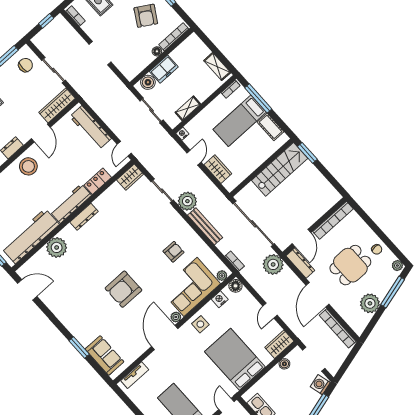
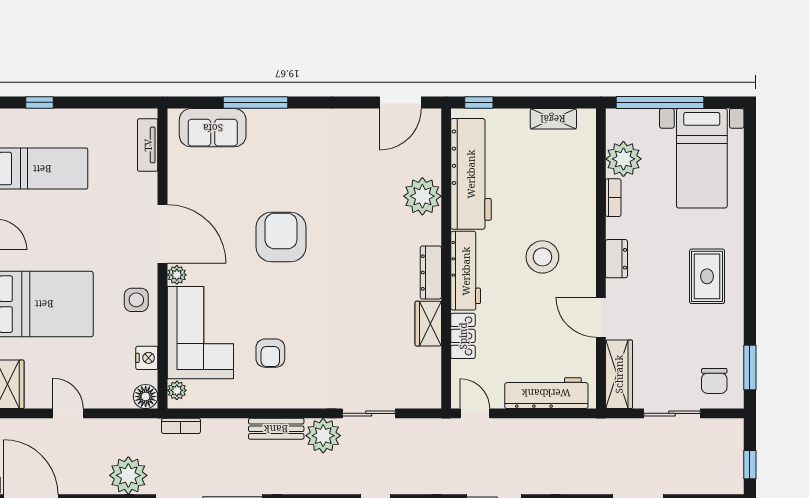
stool: (28, 166) -> (542, 257), moved
wardrobe: (130, 177) -> (428, 324), moved
bench: (205, 226) -> (276, 429), width x0.73
window: (79, 347) -> (255, 102), width x1.44

